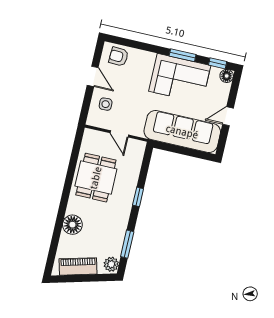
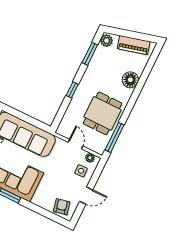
armchair: (119, 57) -> (62, 207), turned -105
door: (93, 76) -> (86, 196), swing flipped
plant: (99, 122) -> (90, 158), added
window: (75, 153) -> (115, 137), added

